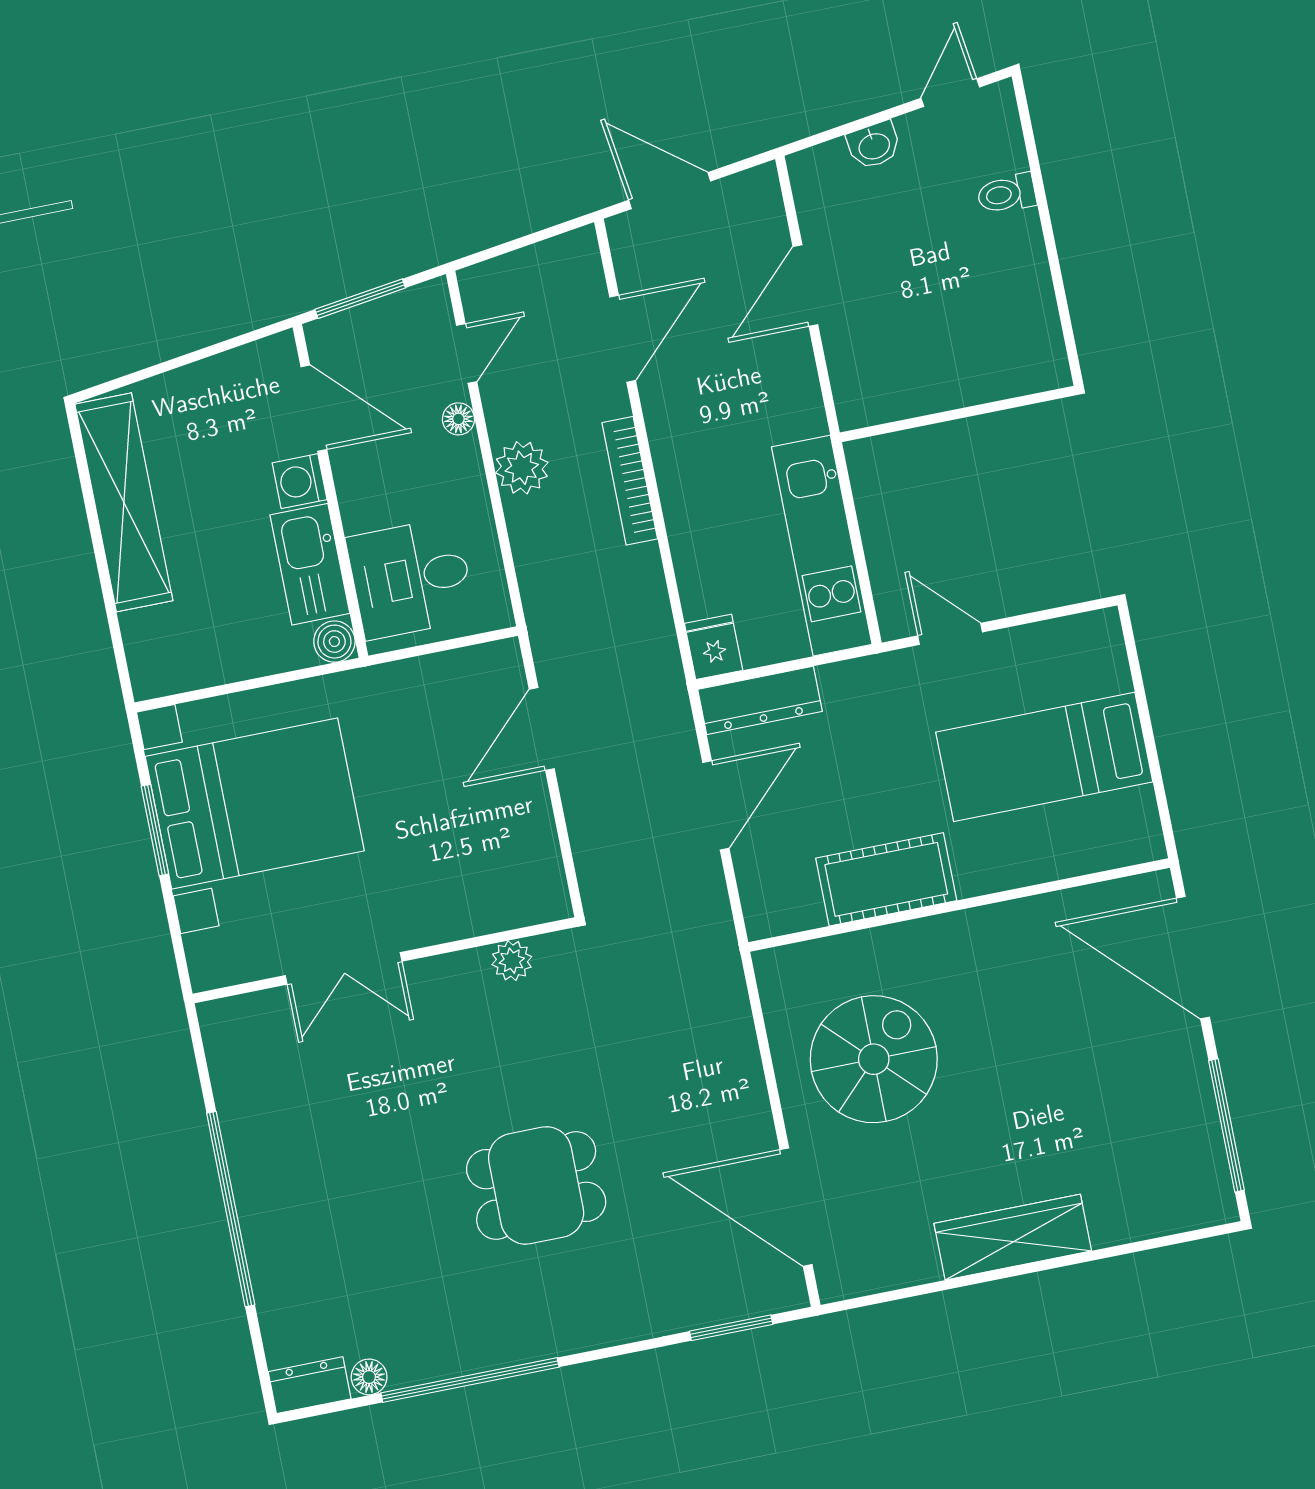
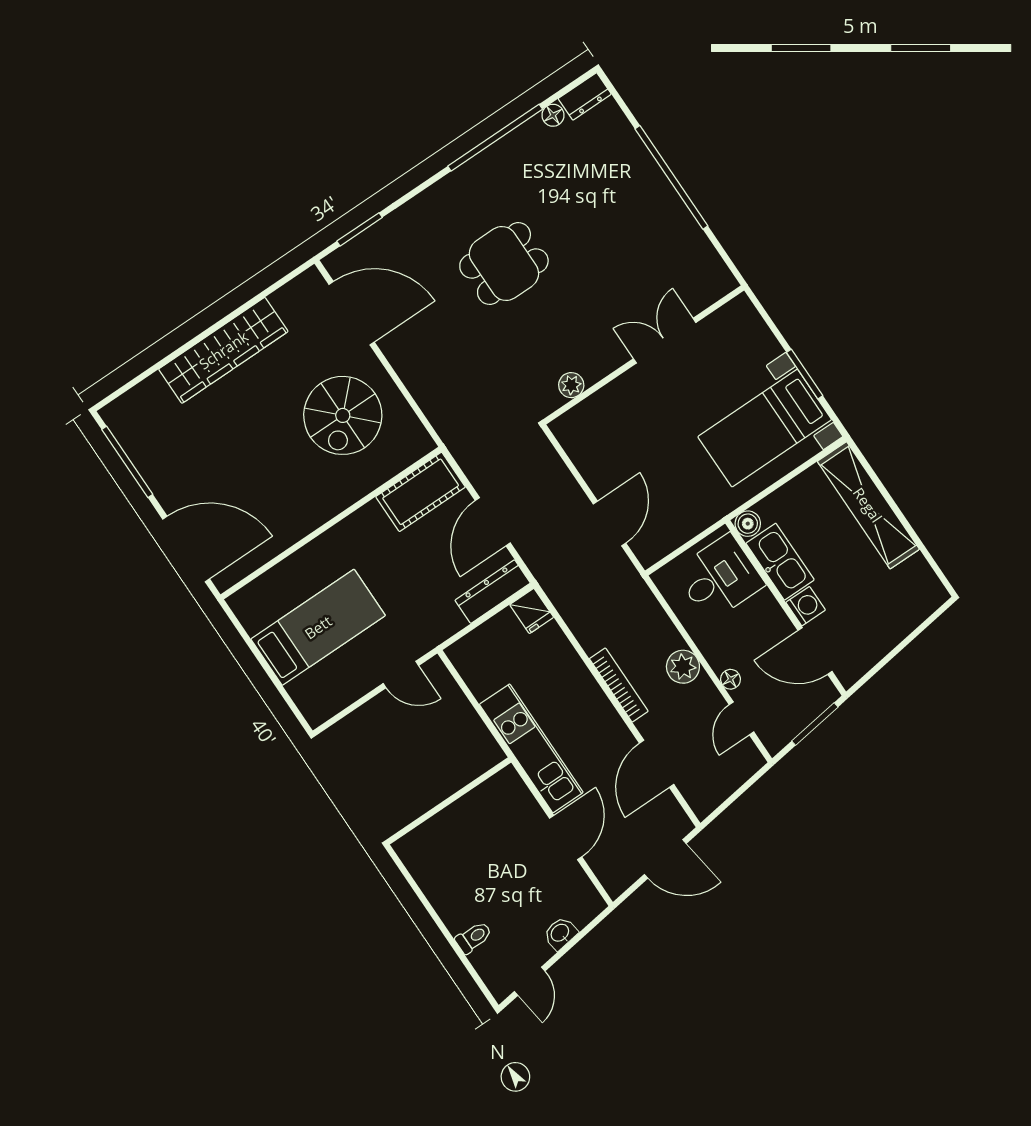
shelving: (124, 502) -> (868, 505), moved
kitchen unit: (822, 546) -> (531, 748), moved
bed with nightstands: (255, 804) -> (765, 428), width x0.73
cot: (886, 879) -> (421, 492), moved
wardrobe: (1013, 1237) -> (223, 350), width x1.40, depth x1.17

